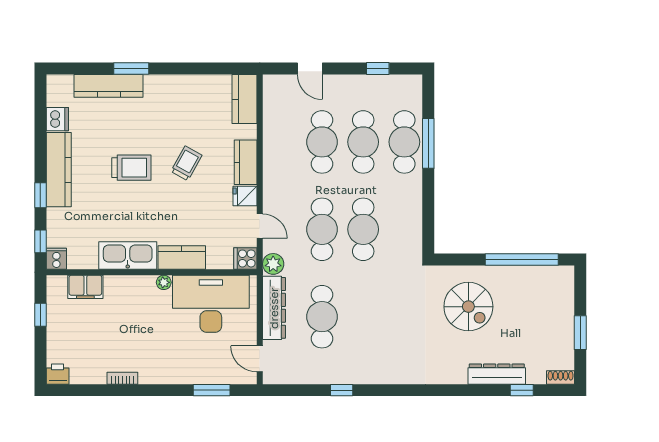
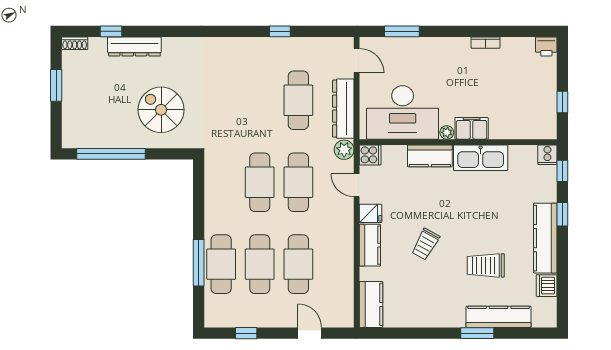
trolley: (131, 168) -> (486, 265), moved
filing cabinet: (85, 287) -> (472, 128), moved

